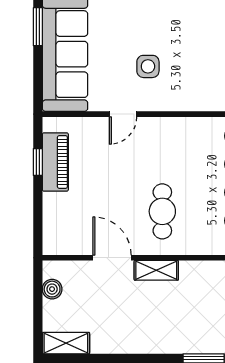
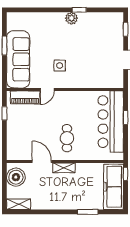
piano: (55, 162) -> (25, 97), moved, turned 90
boiler: (52, 289) -> (16, 177), width x1.86, depth x1.86

